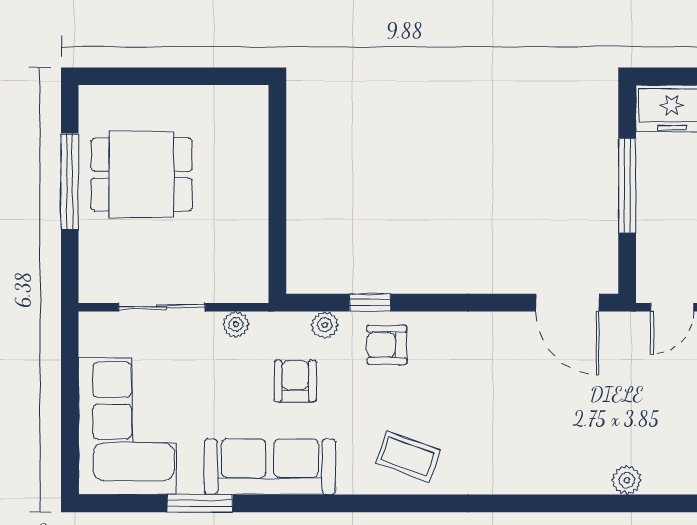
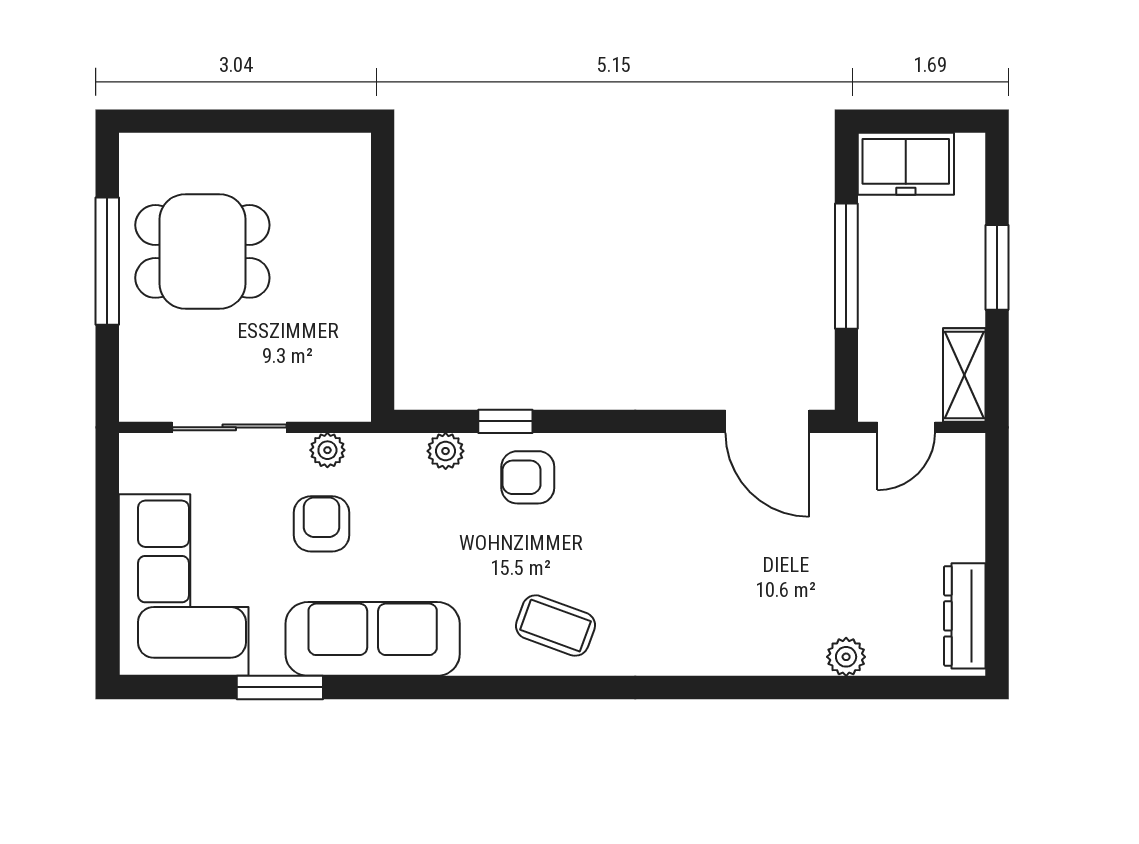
armchair: (295, 381) -> (322, 524), moved

